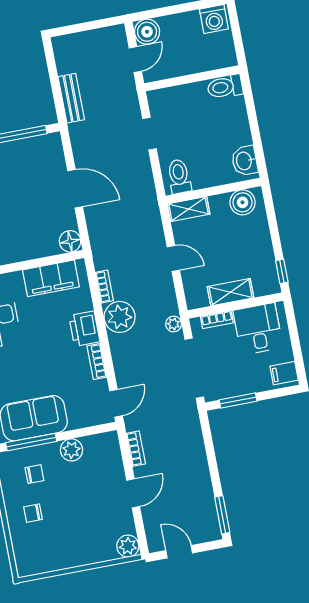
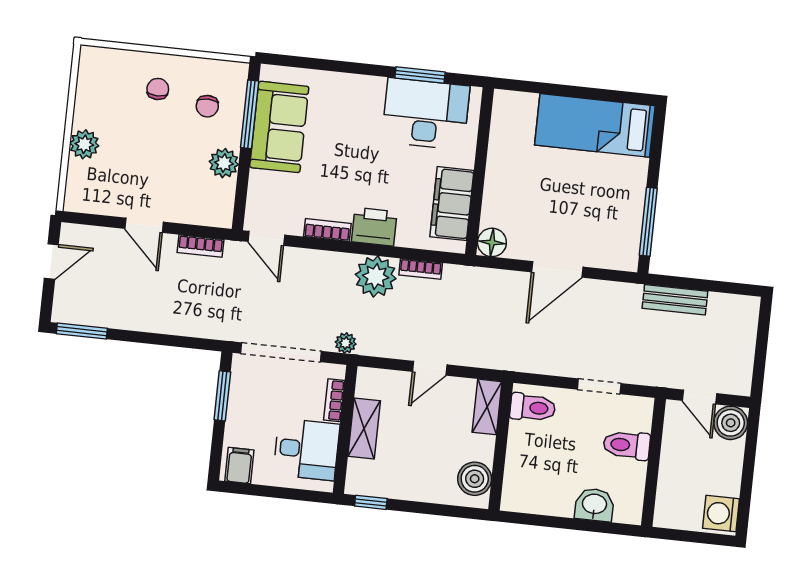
toilet: (225, 87) -> (627, 445), moved, turned -90
washbasin: (245, 161) -> (594, 505), moved
plant: (128, 546) -> (84, 144), moved

